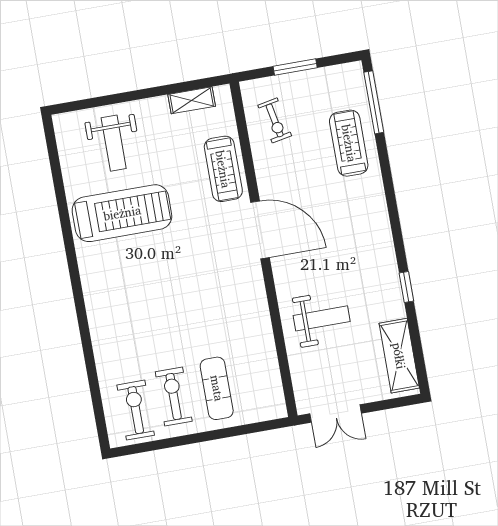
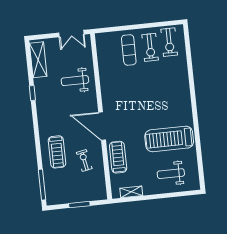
exercise bike: (275, 120) -> (84, 160), moved
weight bench: (114, 143) -> (171, 174), turned -90
treadmill: (349, 143) -> (57, 152), moved
double door: (336, 413) -> (71, 34), swing flipped

